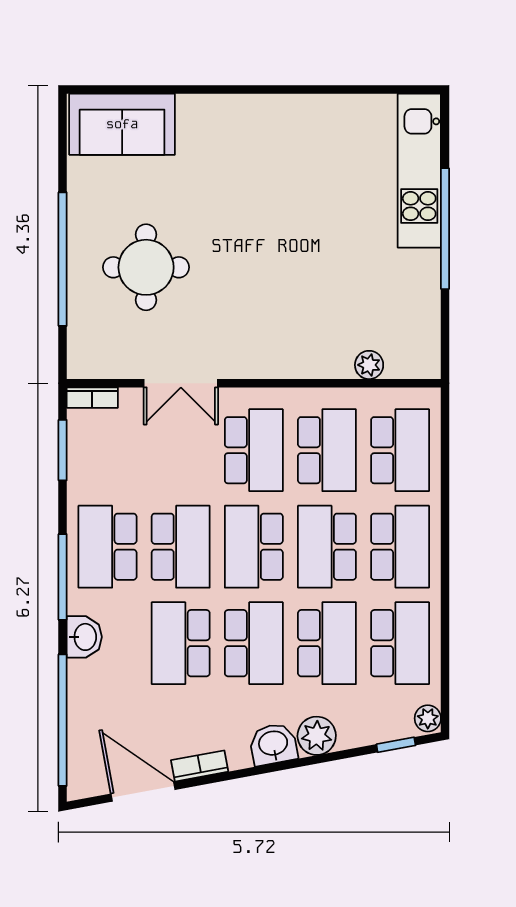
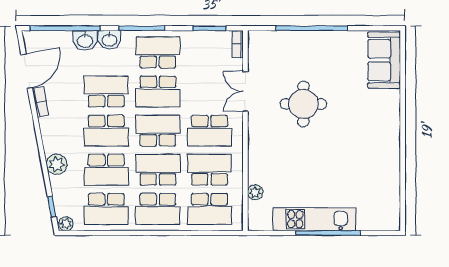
kitchen unit: (419, 171) -> (314, 219), moved
round table: (146, 267) -> (303, 104), moved
school desk: (327, 450) -> (209, 170), turned 180
washbasin: (273, 744) -> (85, 41), moved, turned 101

